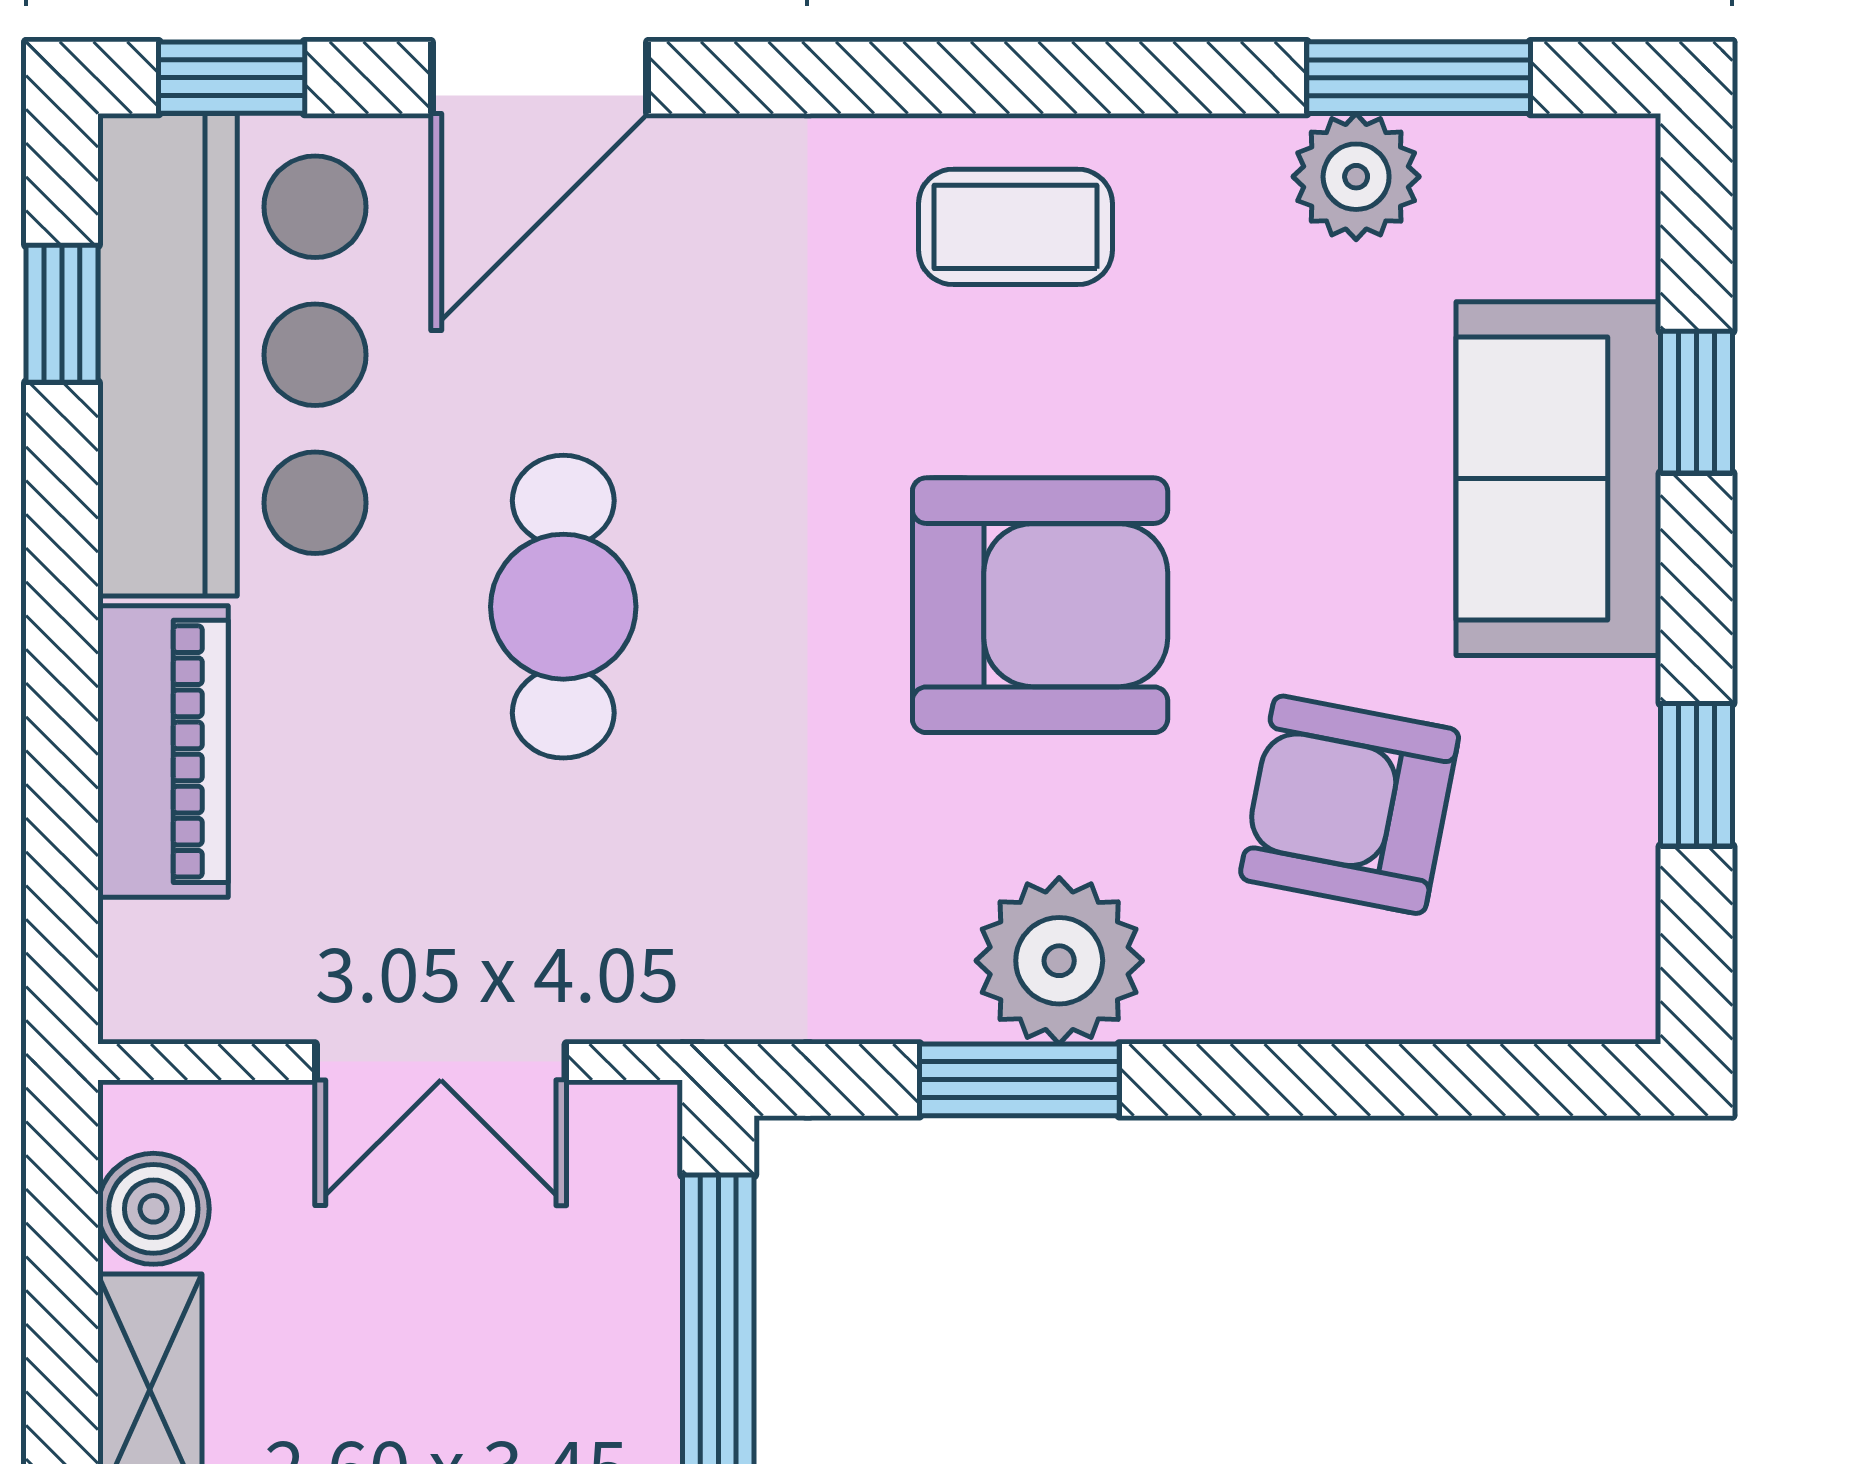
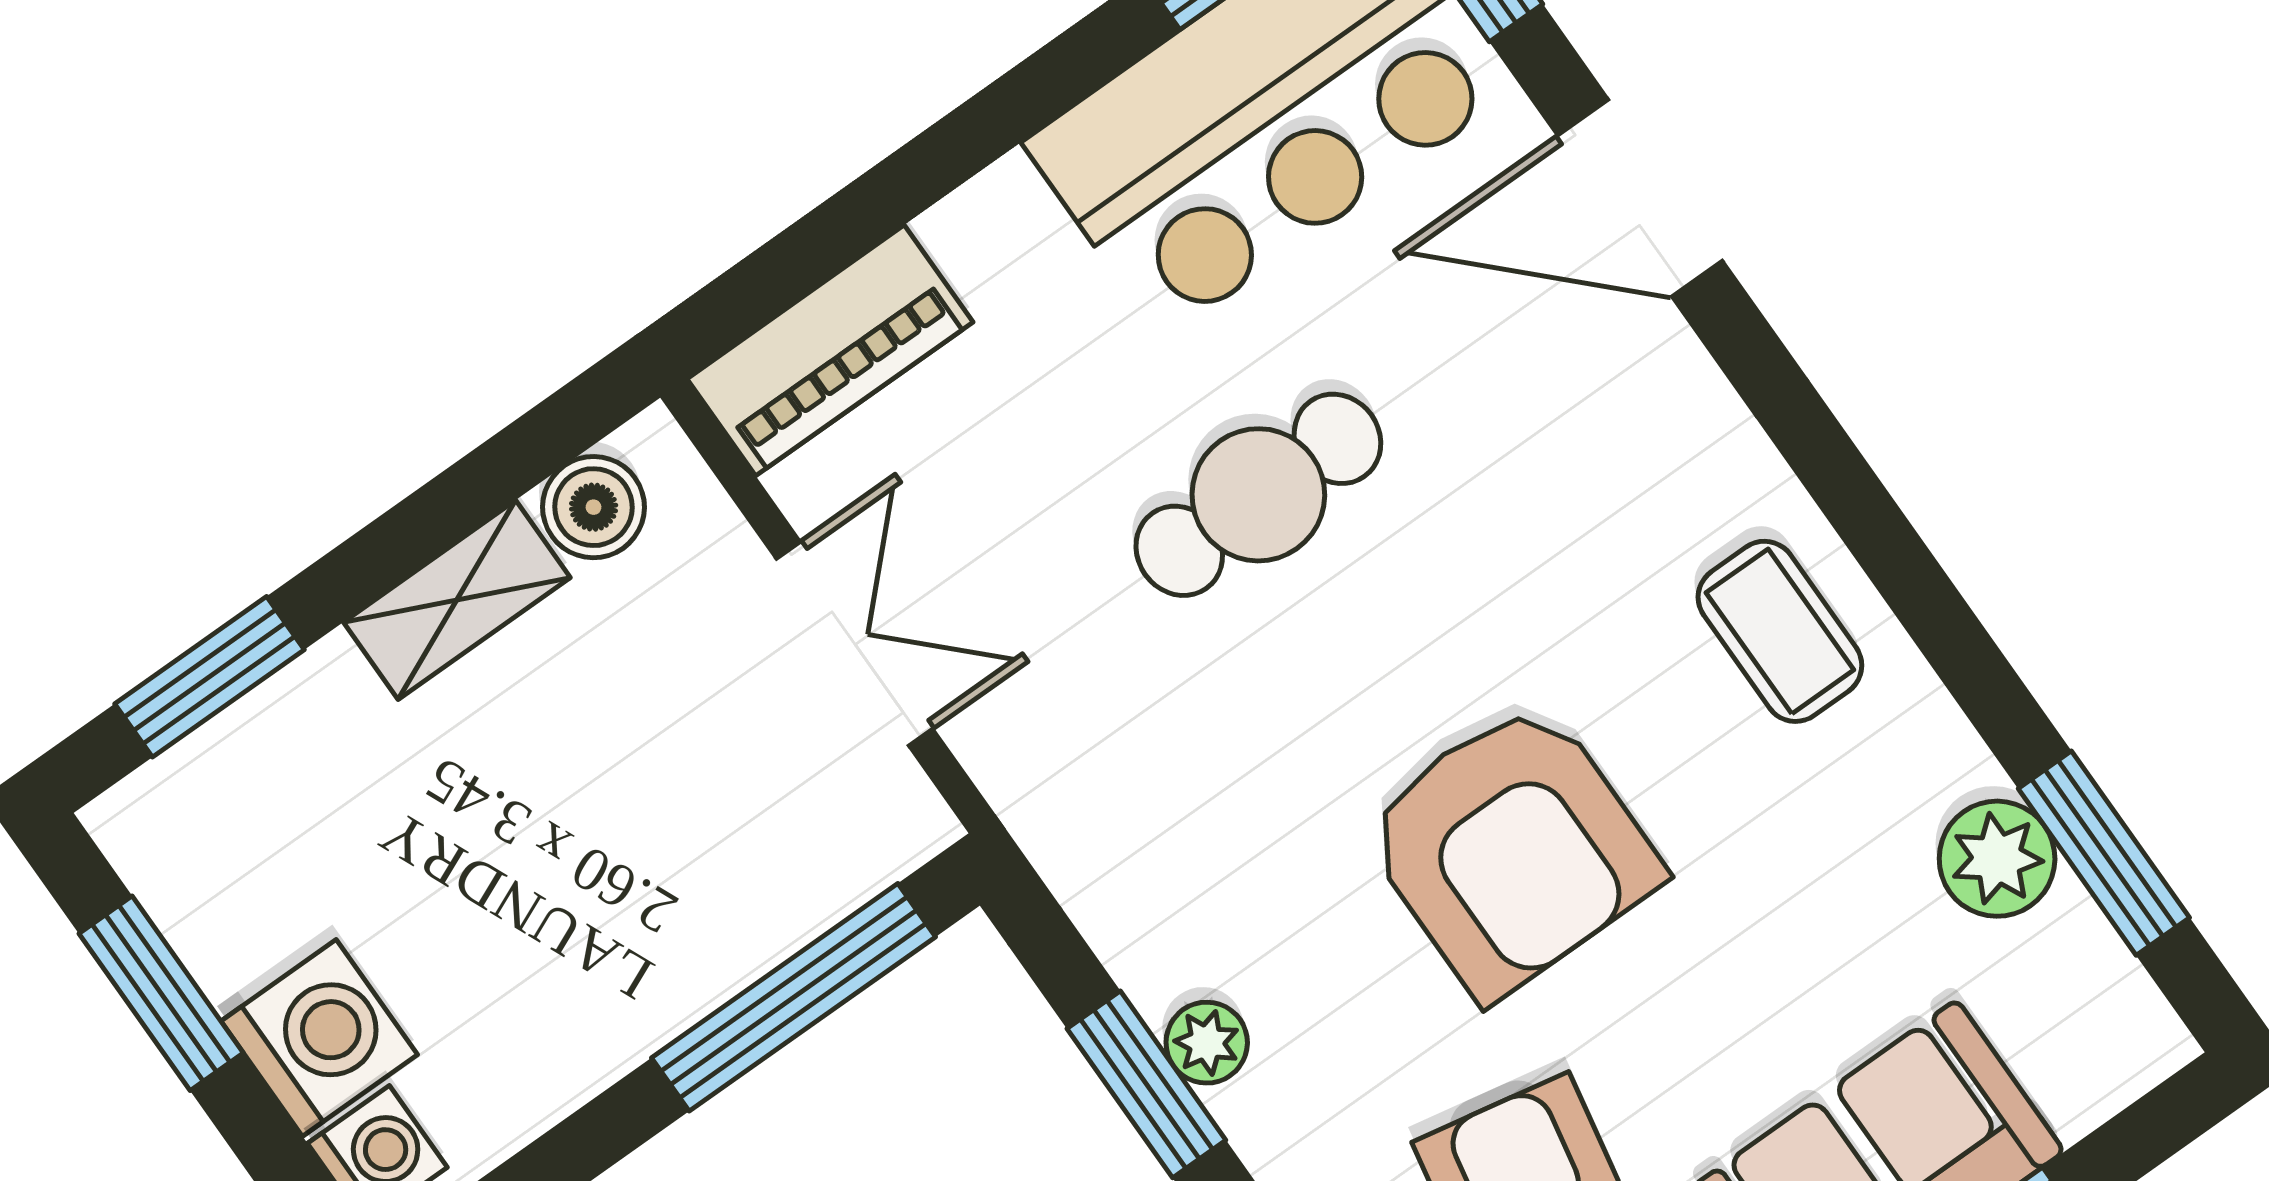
piano: (163, 751) -> (830, 350), moved
plant: (1059, 961) -> (1207, 1043), width x0.53, depth x0.53
double door: (441, 1062) -> (855, 644), swing flipped

